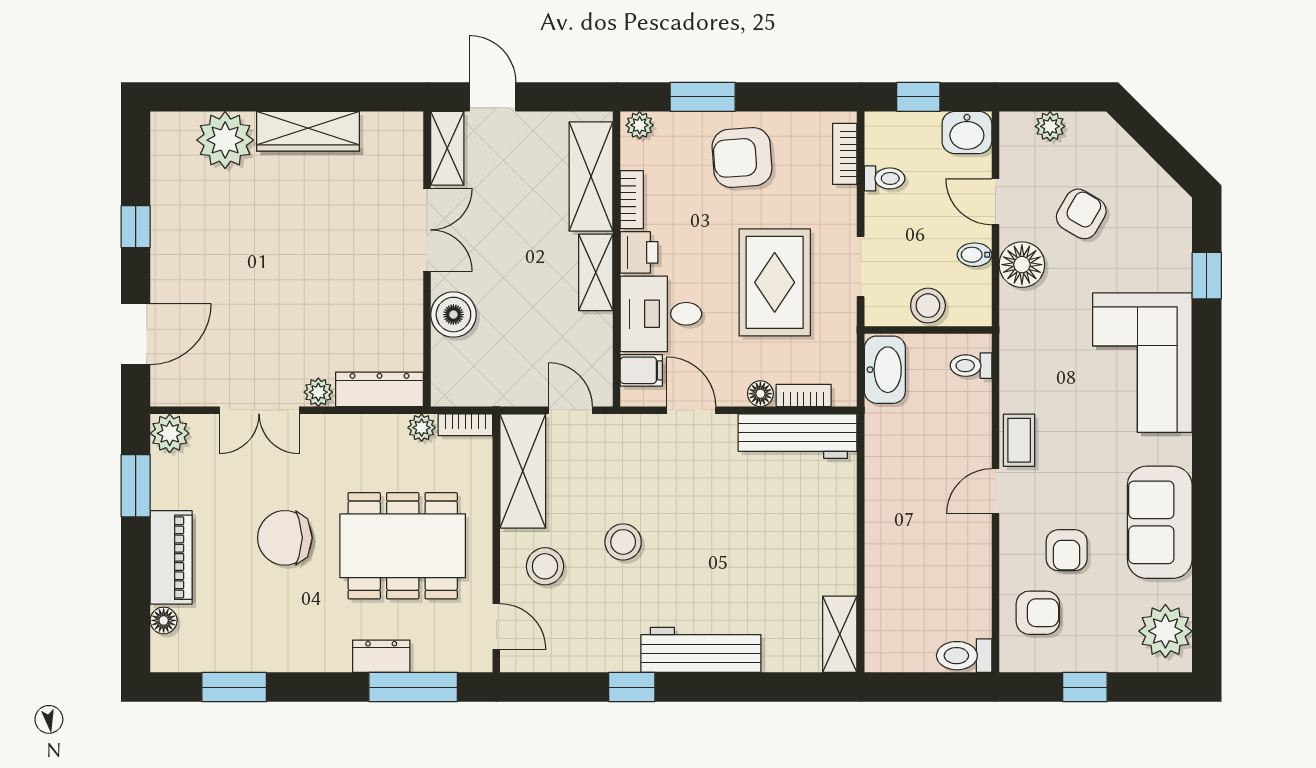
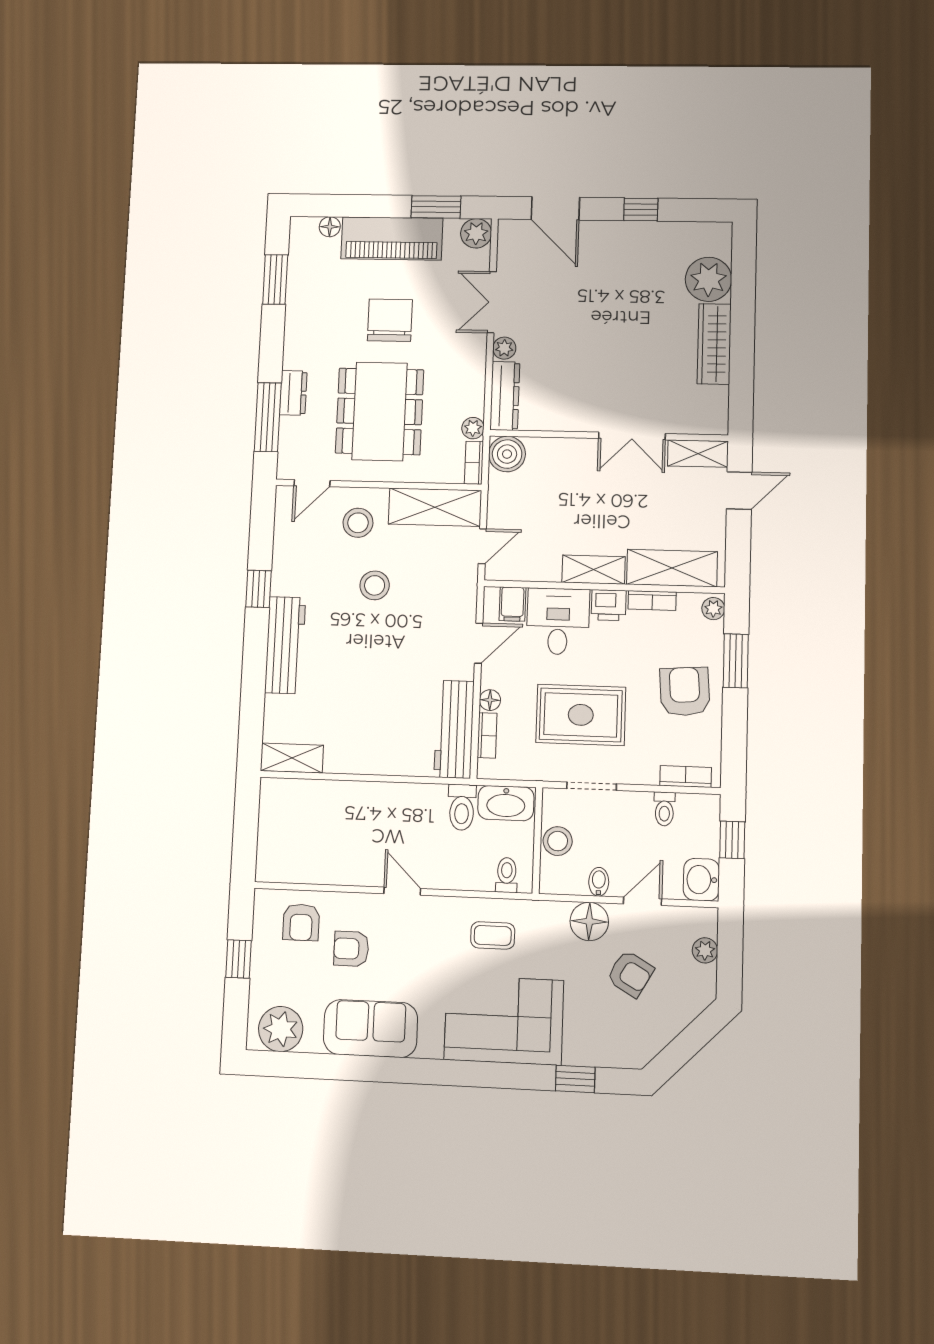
boiler: (453, 315) -> (507, 454), moved
coffee table: (1019, 440) -> (493, 935), moved
piano: (171, 557) -> (392, 238), width x1.37, depth x1.33
toilet: (964, 656) -> (462, 807), moved, turned 180

